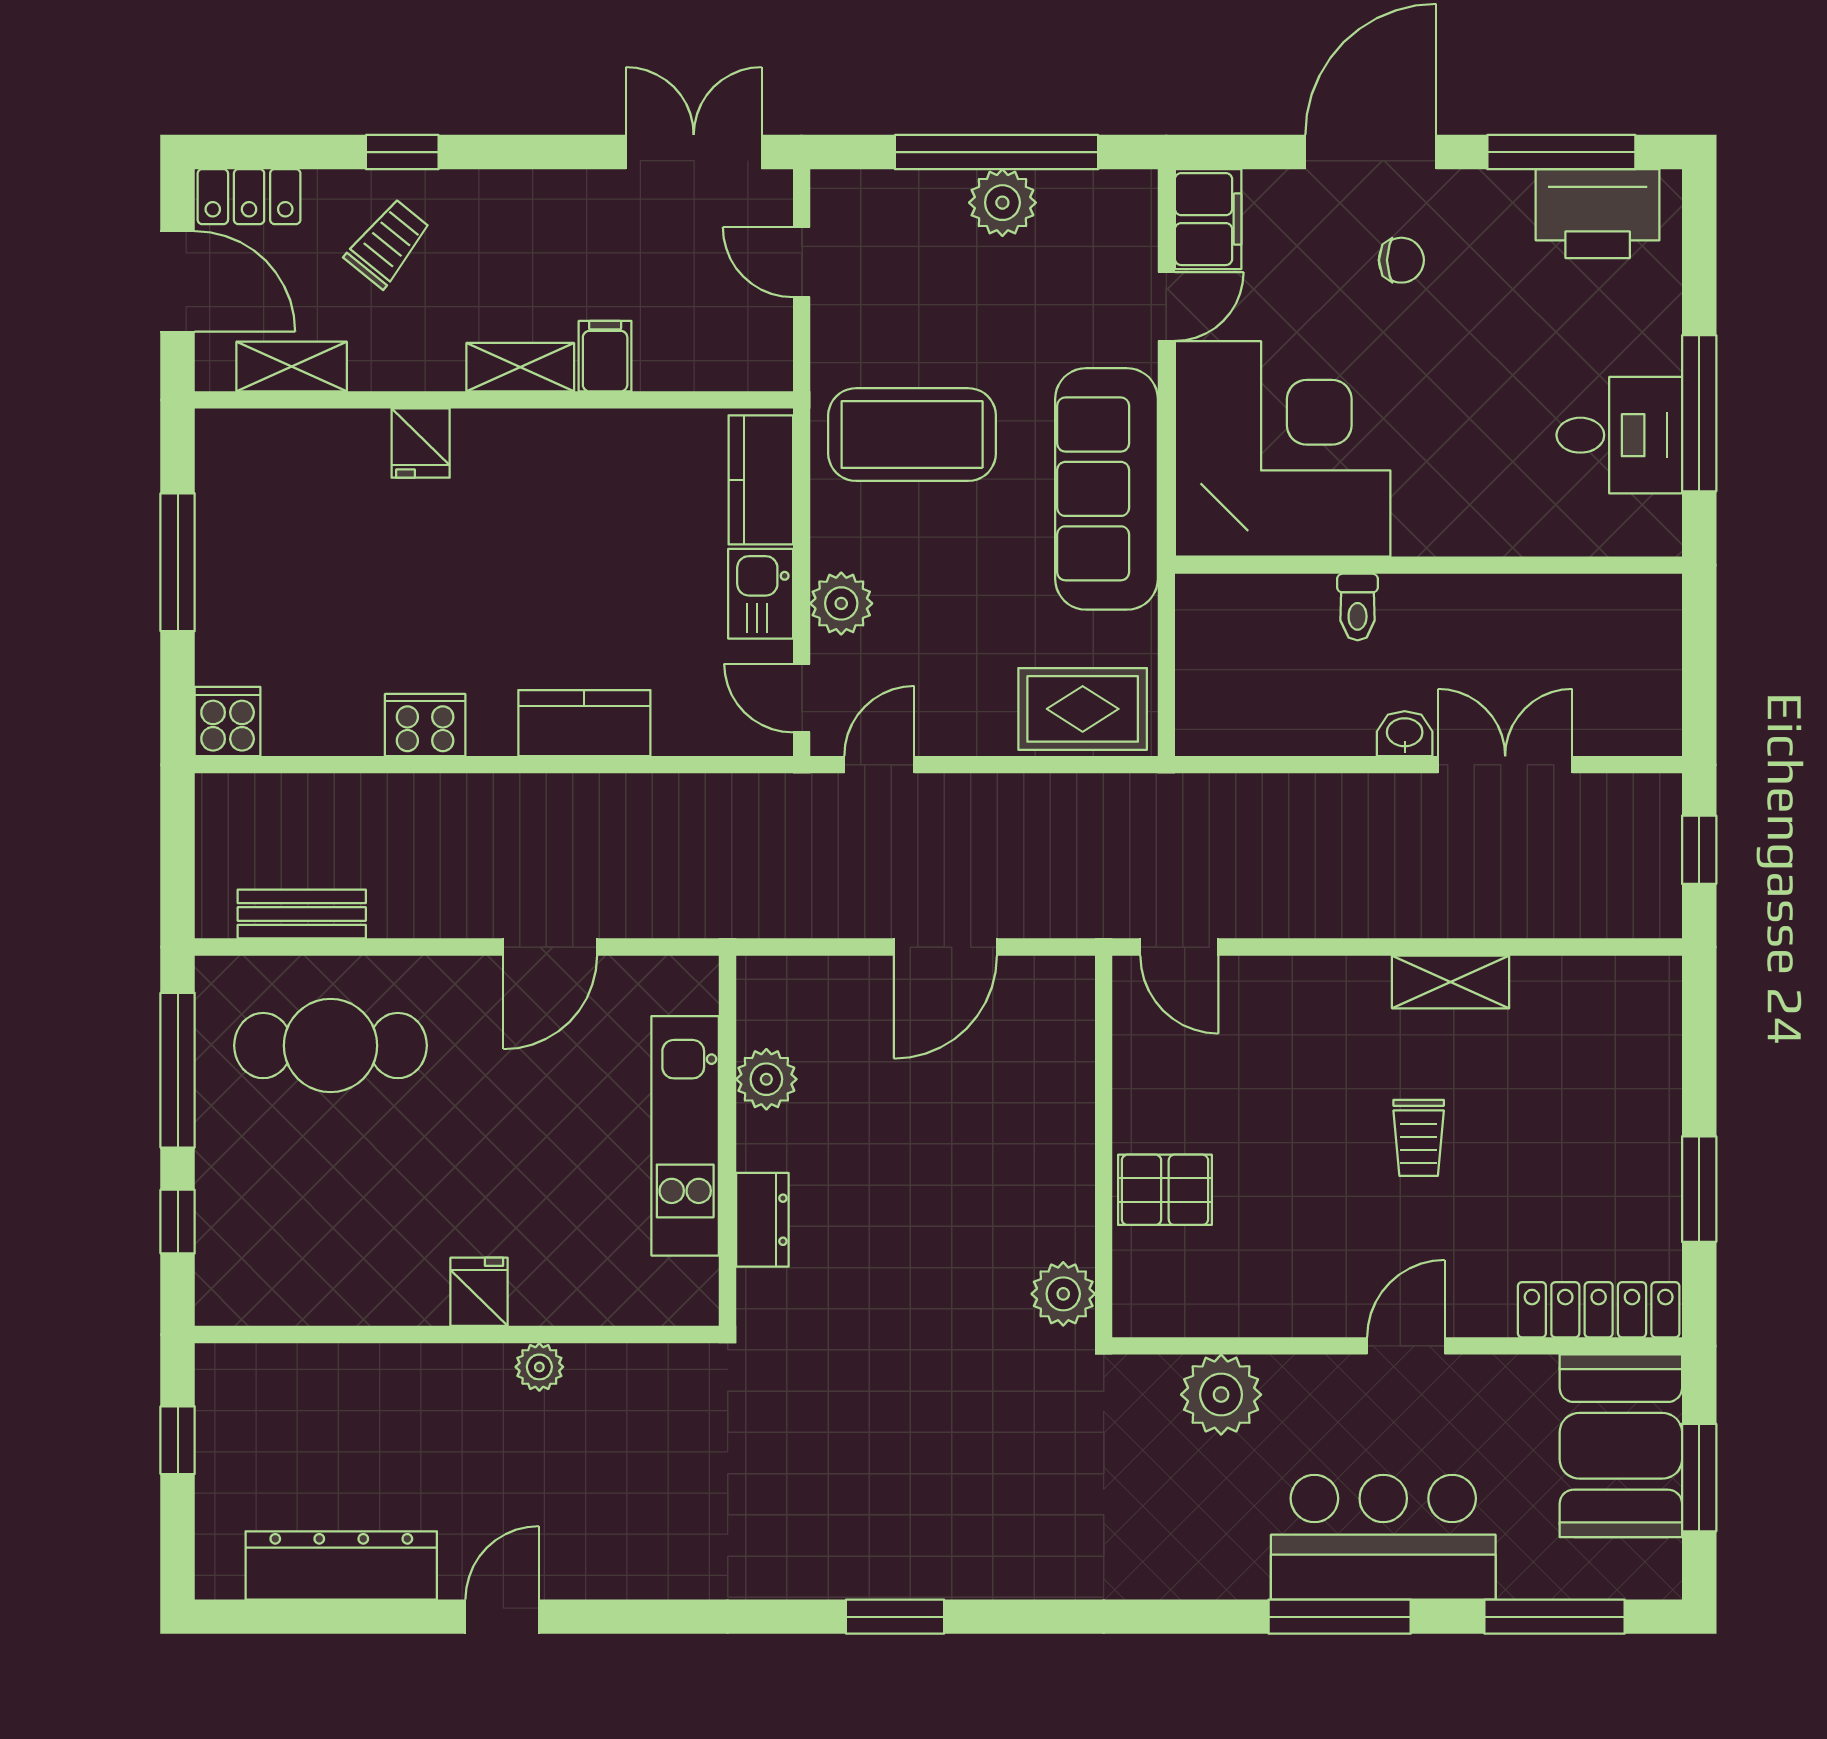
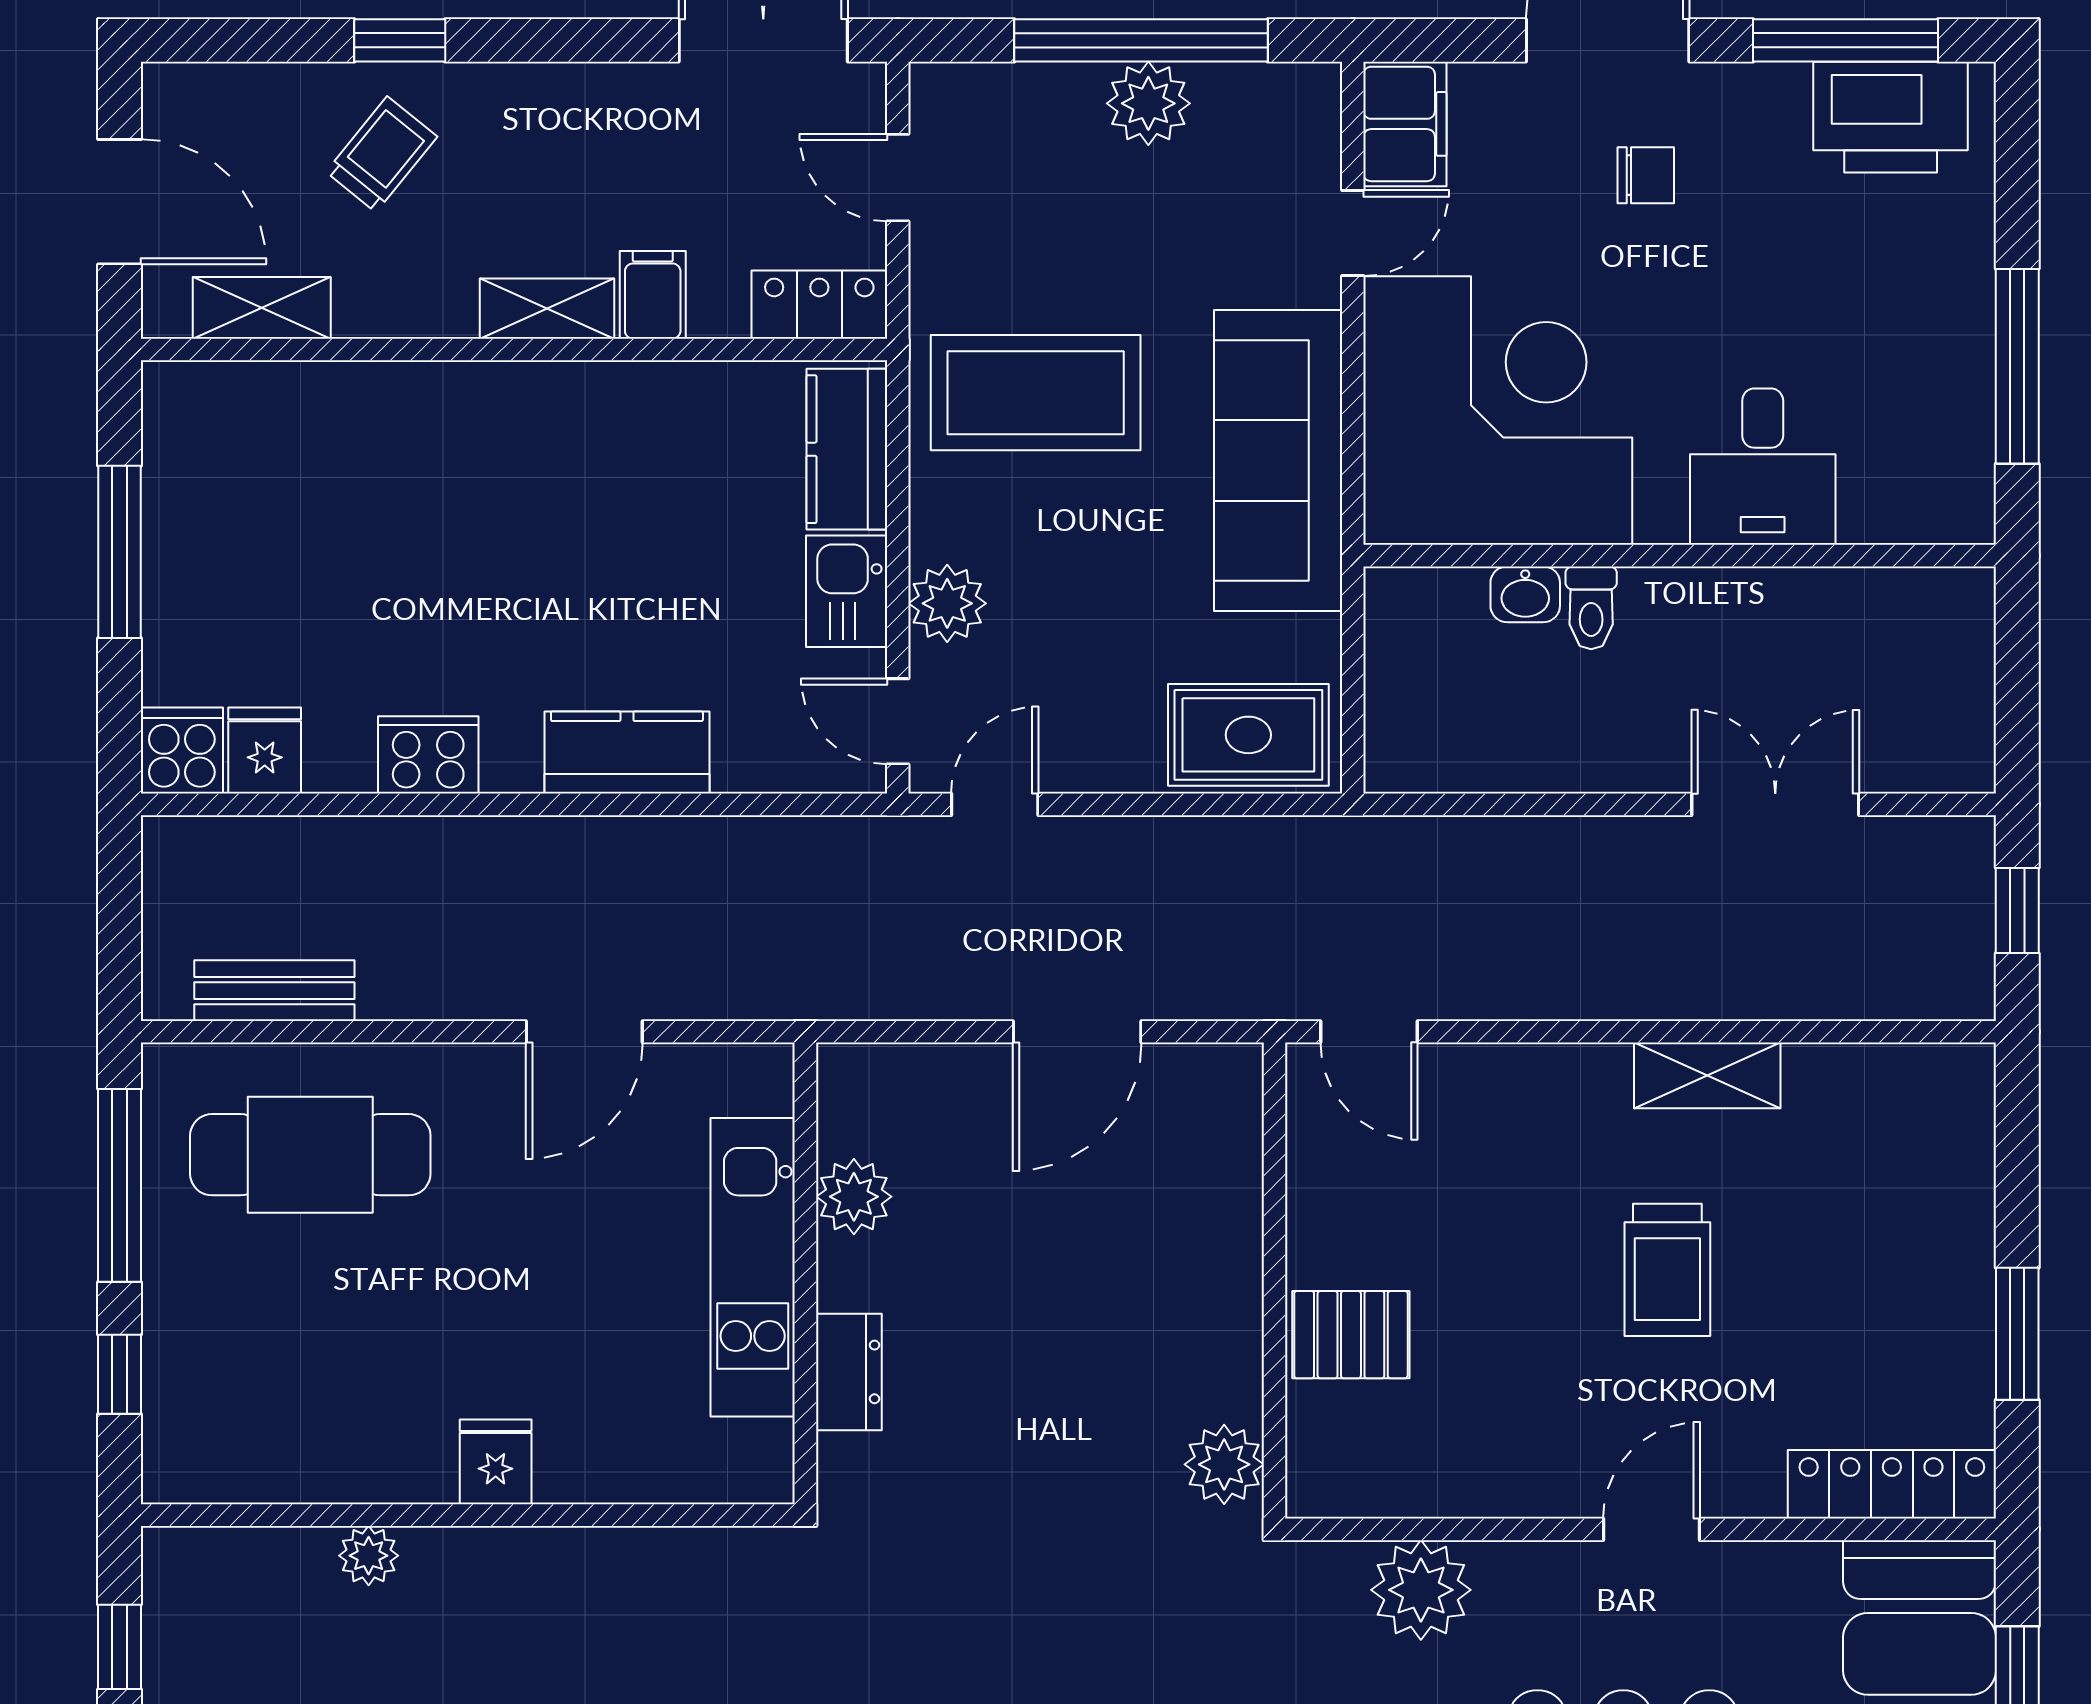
locker: (249, 197) -> (819, 305), moved, turned 180
desk: (1619, 435) -> (1763, 467), moved, turned 90
fridge: (421, 443) -> (265, 751), moved, turned 180
washbasin: (1405, 734) -> (1525, 594), moved, turned 180
trolley: (1419, 1138) -> (1667, 1270), width x1.36, depth x1.39
plant: (539, 1367) -> (369, 1556), moved

